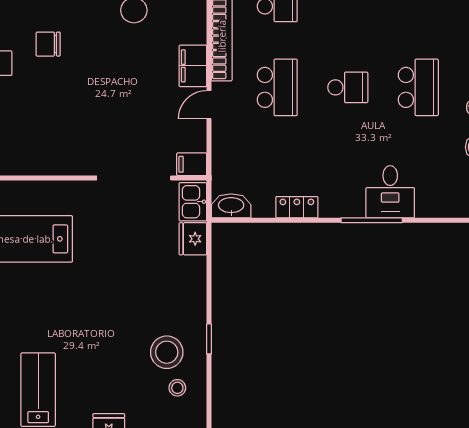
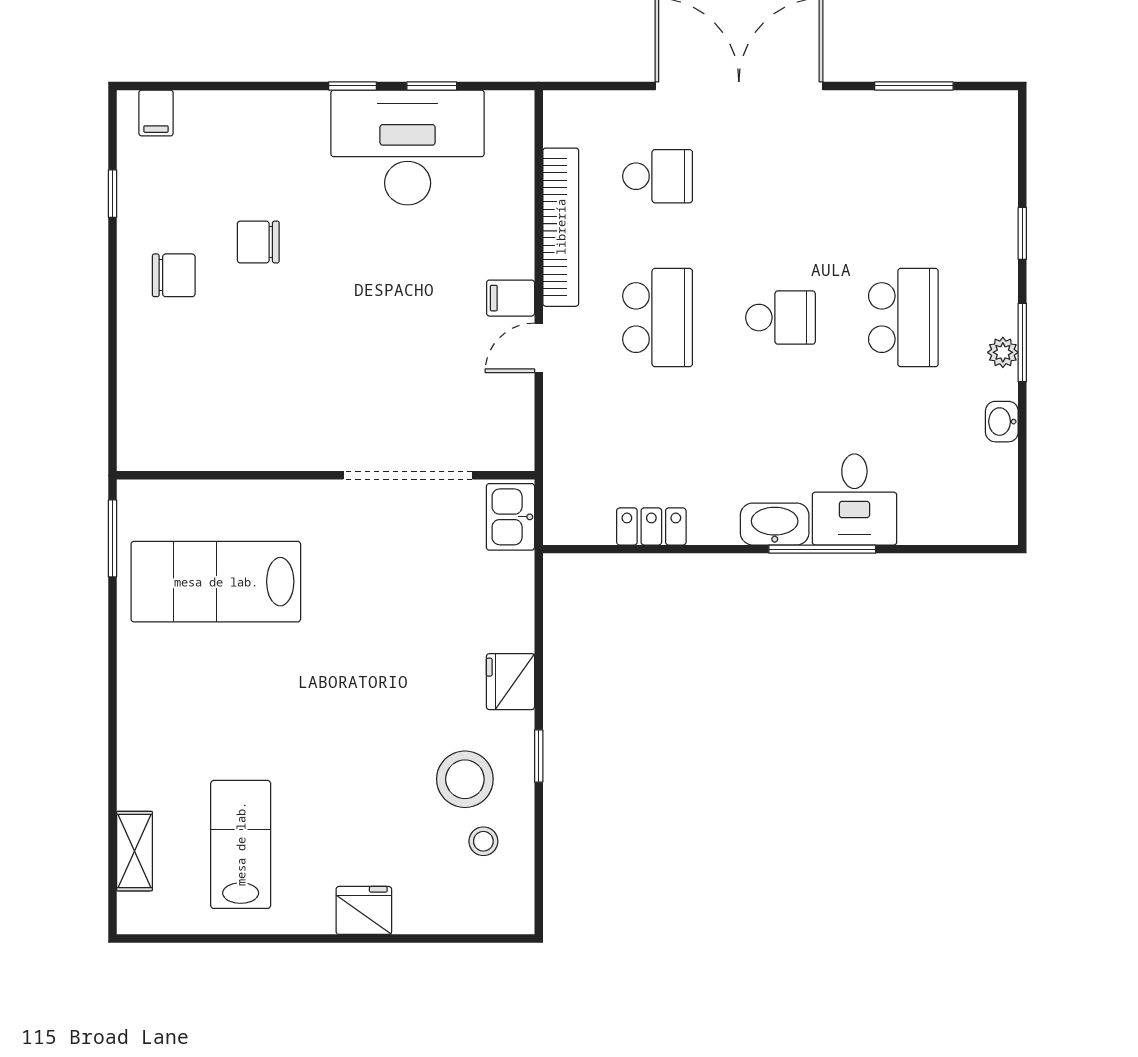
filing cabinet: (193, 66) -> (511, 298), width x0.50
filing cabinet: (192, 164) -> (508, 452), removed
washbasin: (231, 206) -> (775, 524), moved
locker: (297, 207) -> (651, 526), moved
fridge: (193, 239) -> (510, 682), moved

